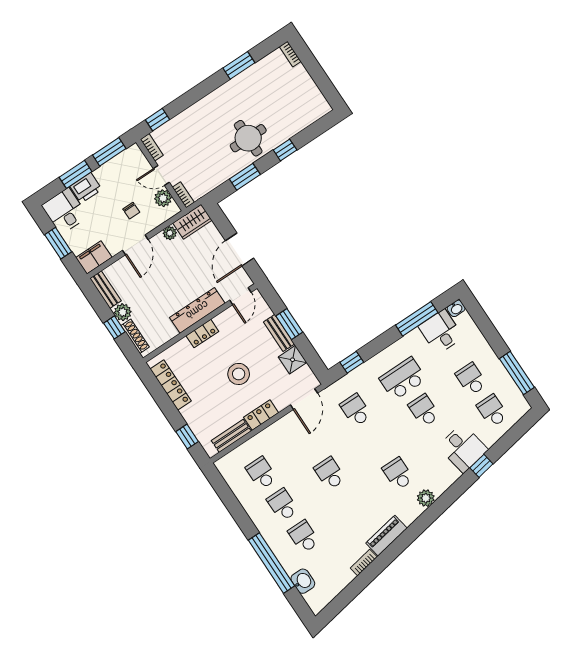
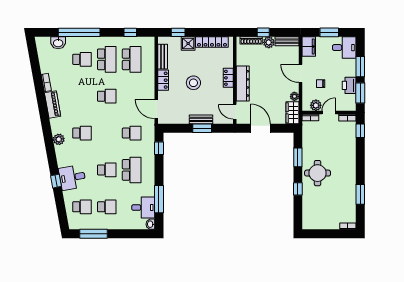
printer: (86, 188) -> (349, 85), moved
shower: (293, 360) -> (188, 43), moved
school desk: (261, 473) -> (132, 59), width x1.85
window: (228, 498) -> (130, 32), added
school desk: (282, 505) -> (107, 59), width x1.85

